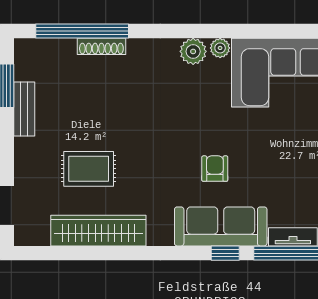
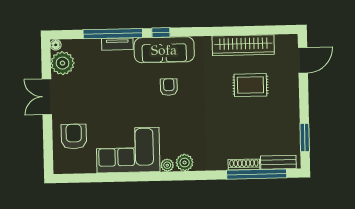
bench: (24, 109) -> (278, 162), moved, turned 90
armchair: (215, 169) -> (169, 87), turned 180

